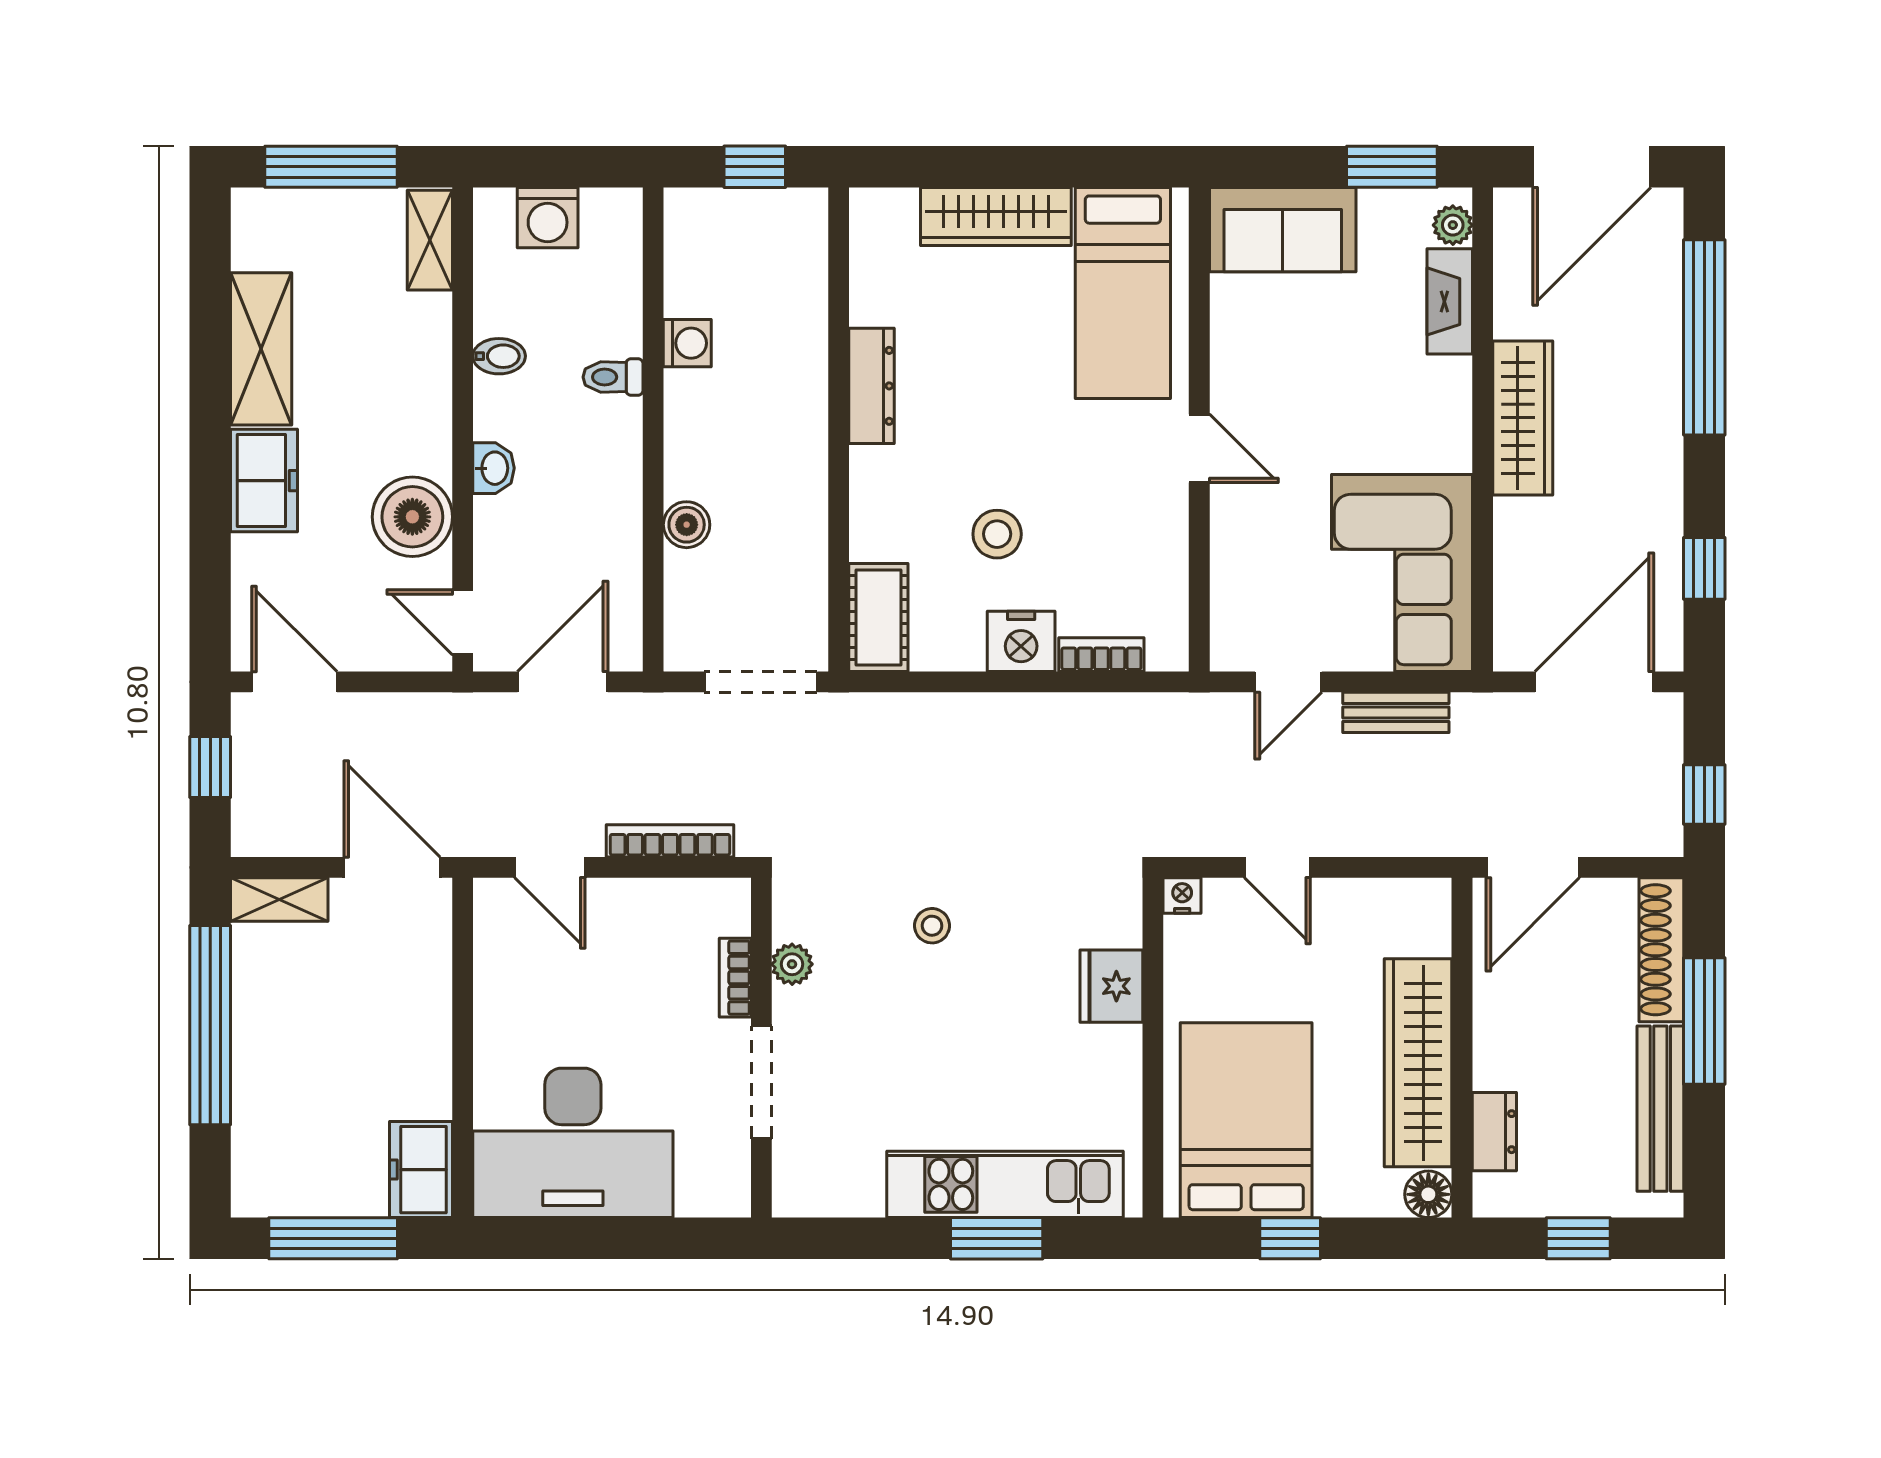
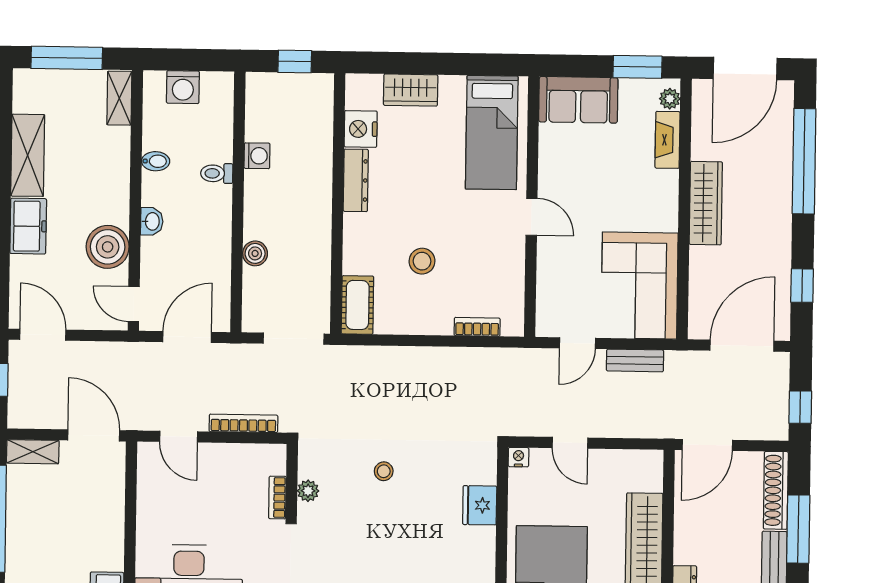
wardrobe: (996, 216) -> (411, 90), width x0.67
nightstand: (1021, 641) -> (361, 129), moved, turned 90

